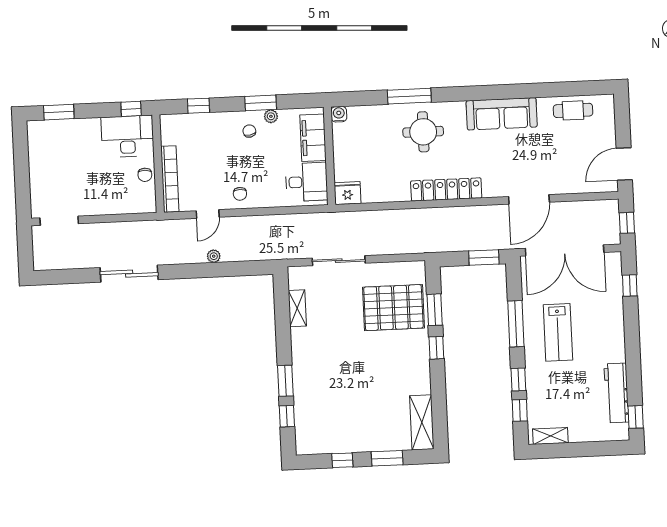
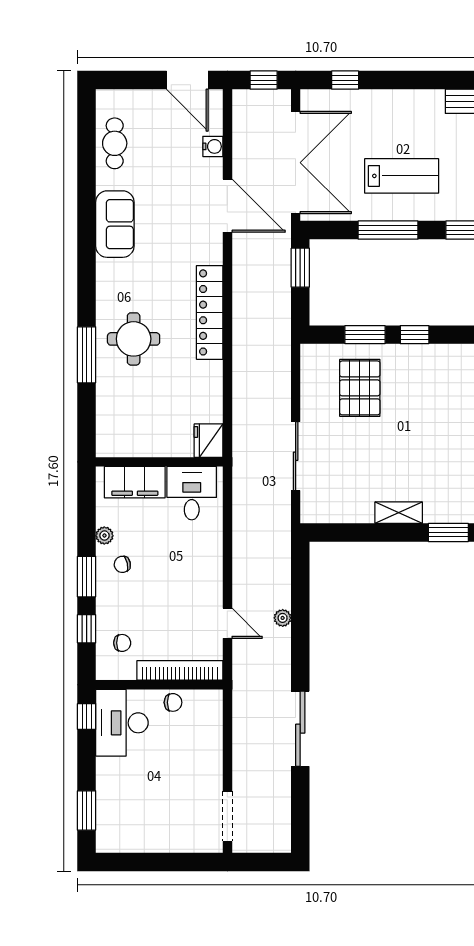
window: (261, 103) -> (87, 577), moved
water cooler: (339, 114) -> (213, 146), moved, turned 180
sofa: (502, 114) -> (115, 224), width x0.73
chair: (240, 194) -> (122, 643), moved
shelving: (297, 308) -> (399, 513), moved
pallet: (393, 308) -> (360, 388), width x0.73, depth x0.71

